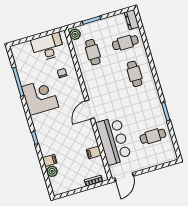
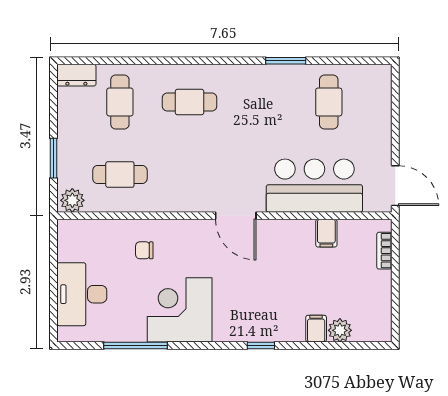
desk: (48, 47) -> (82, 294), moved

